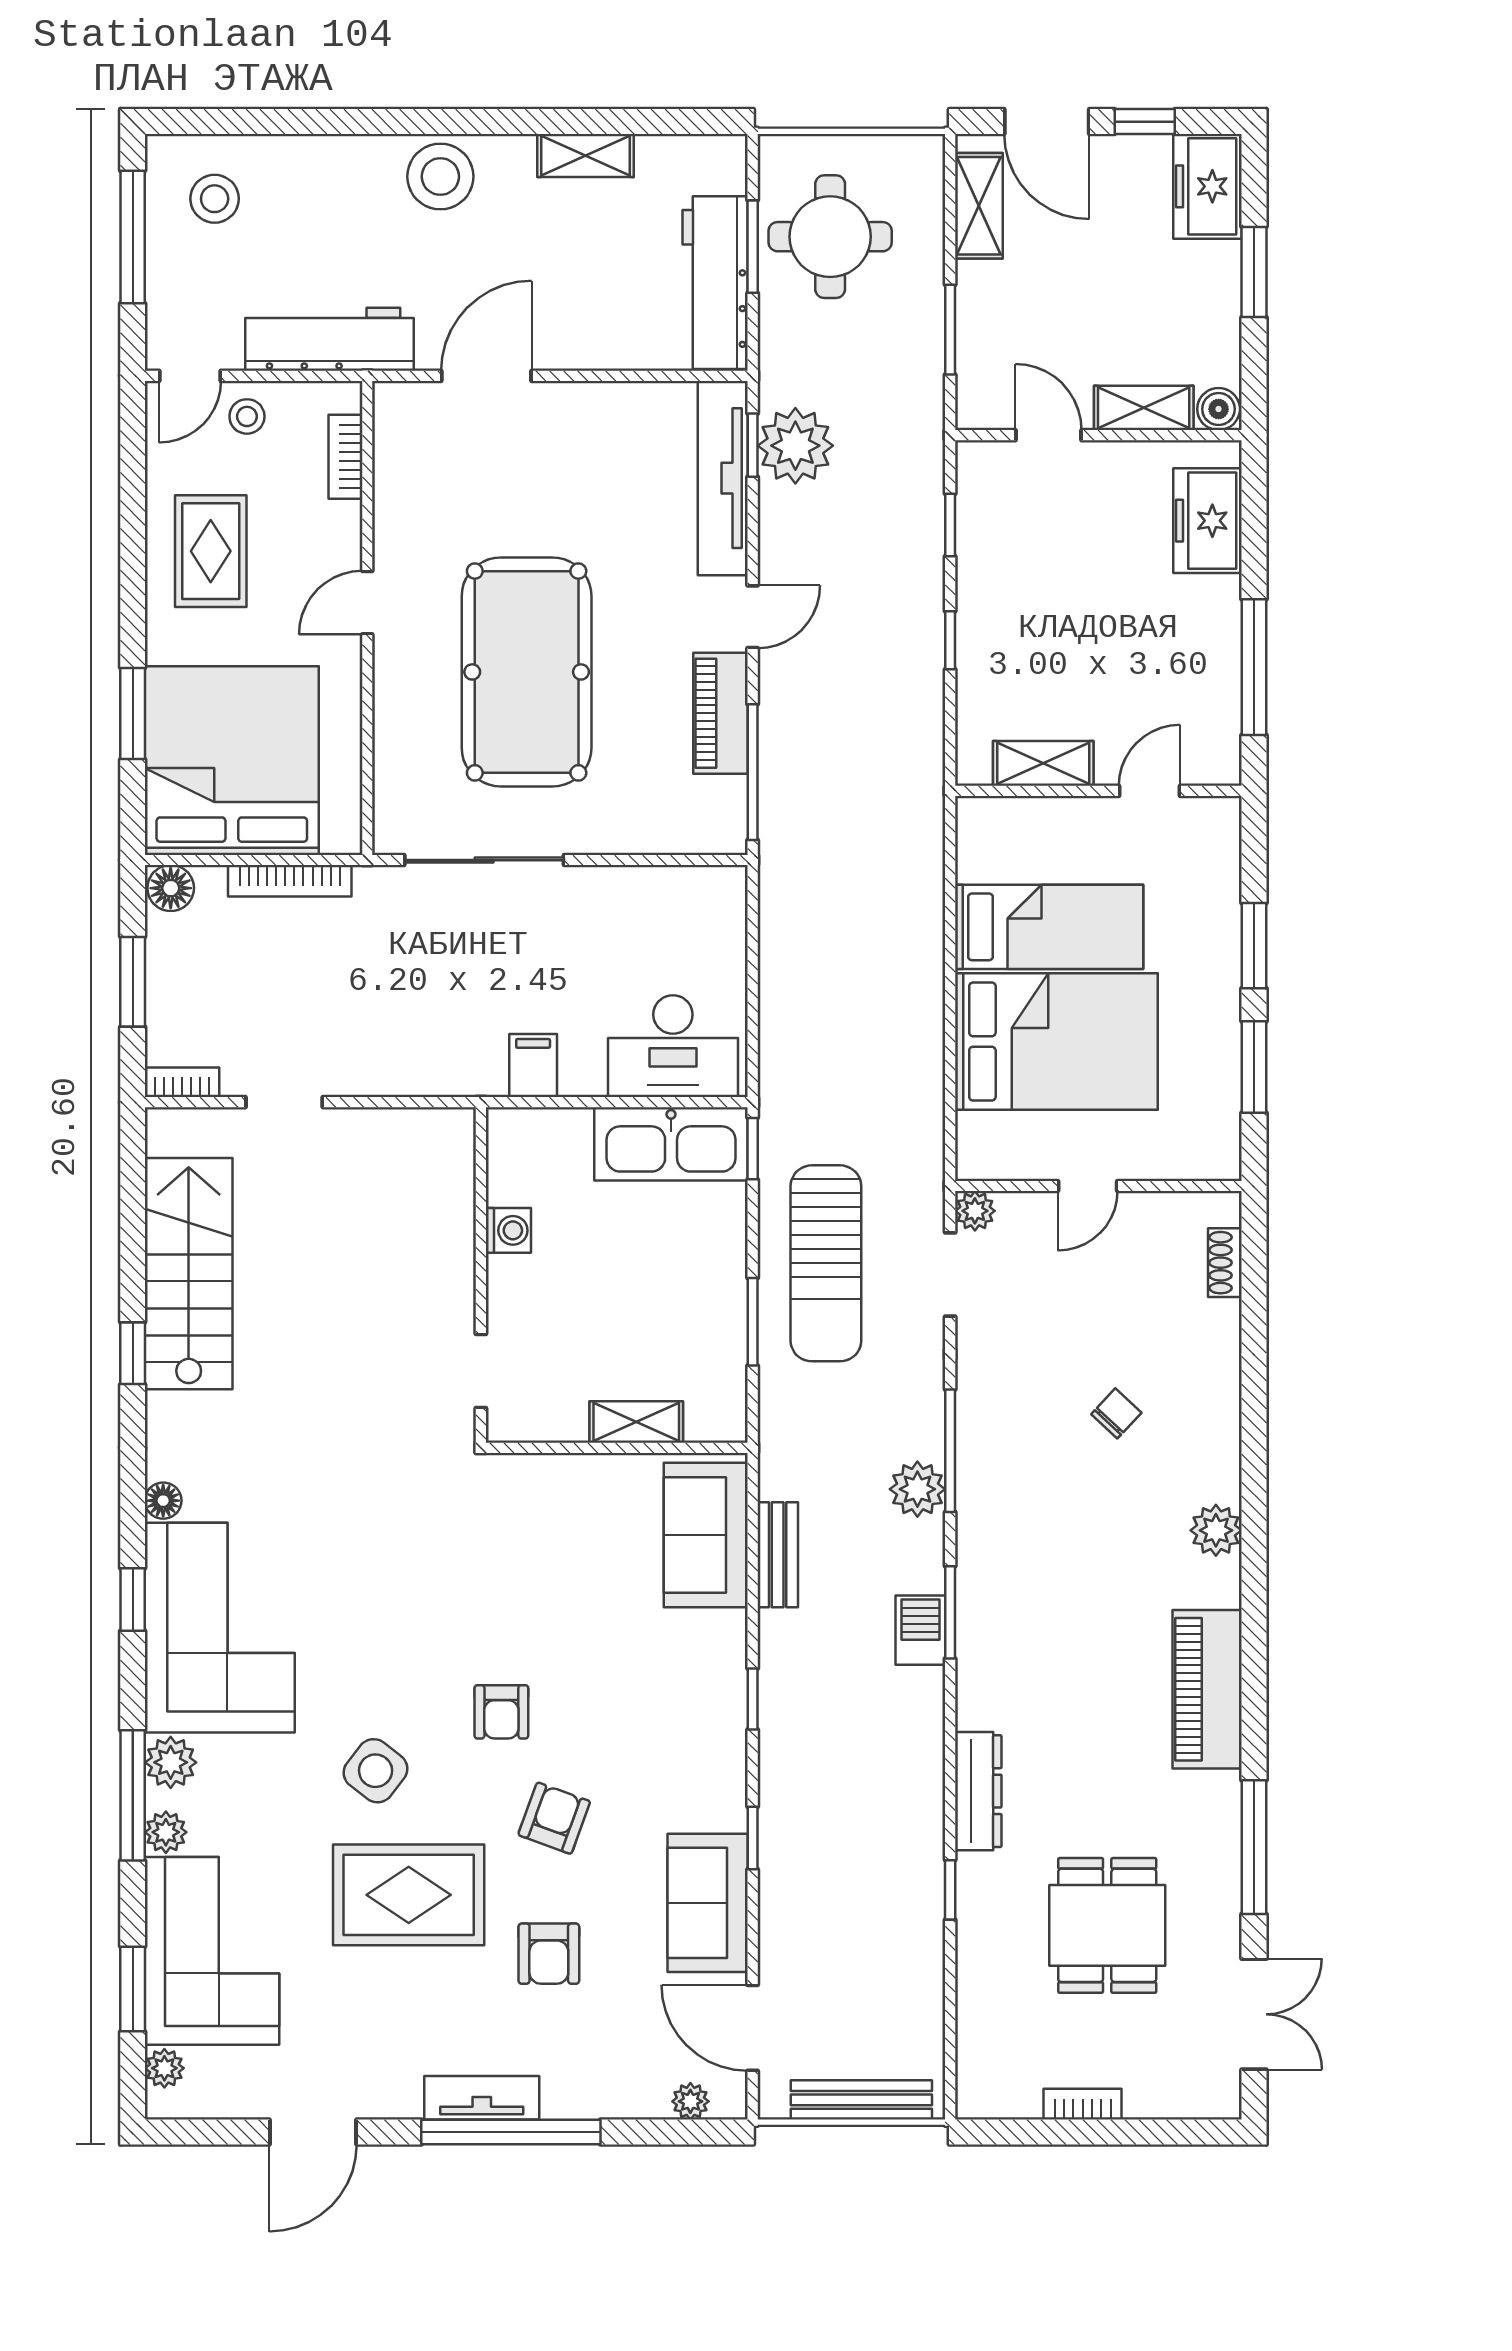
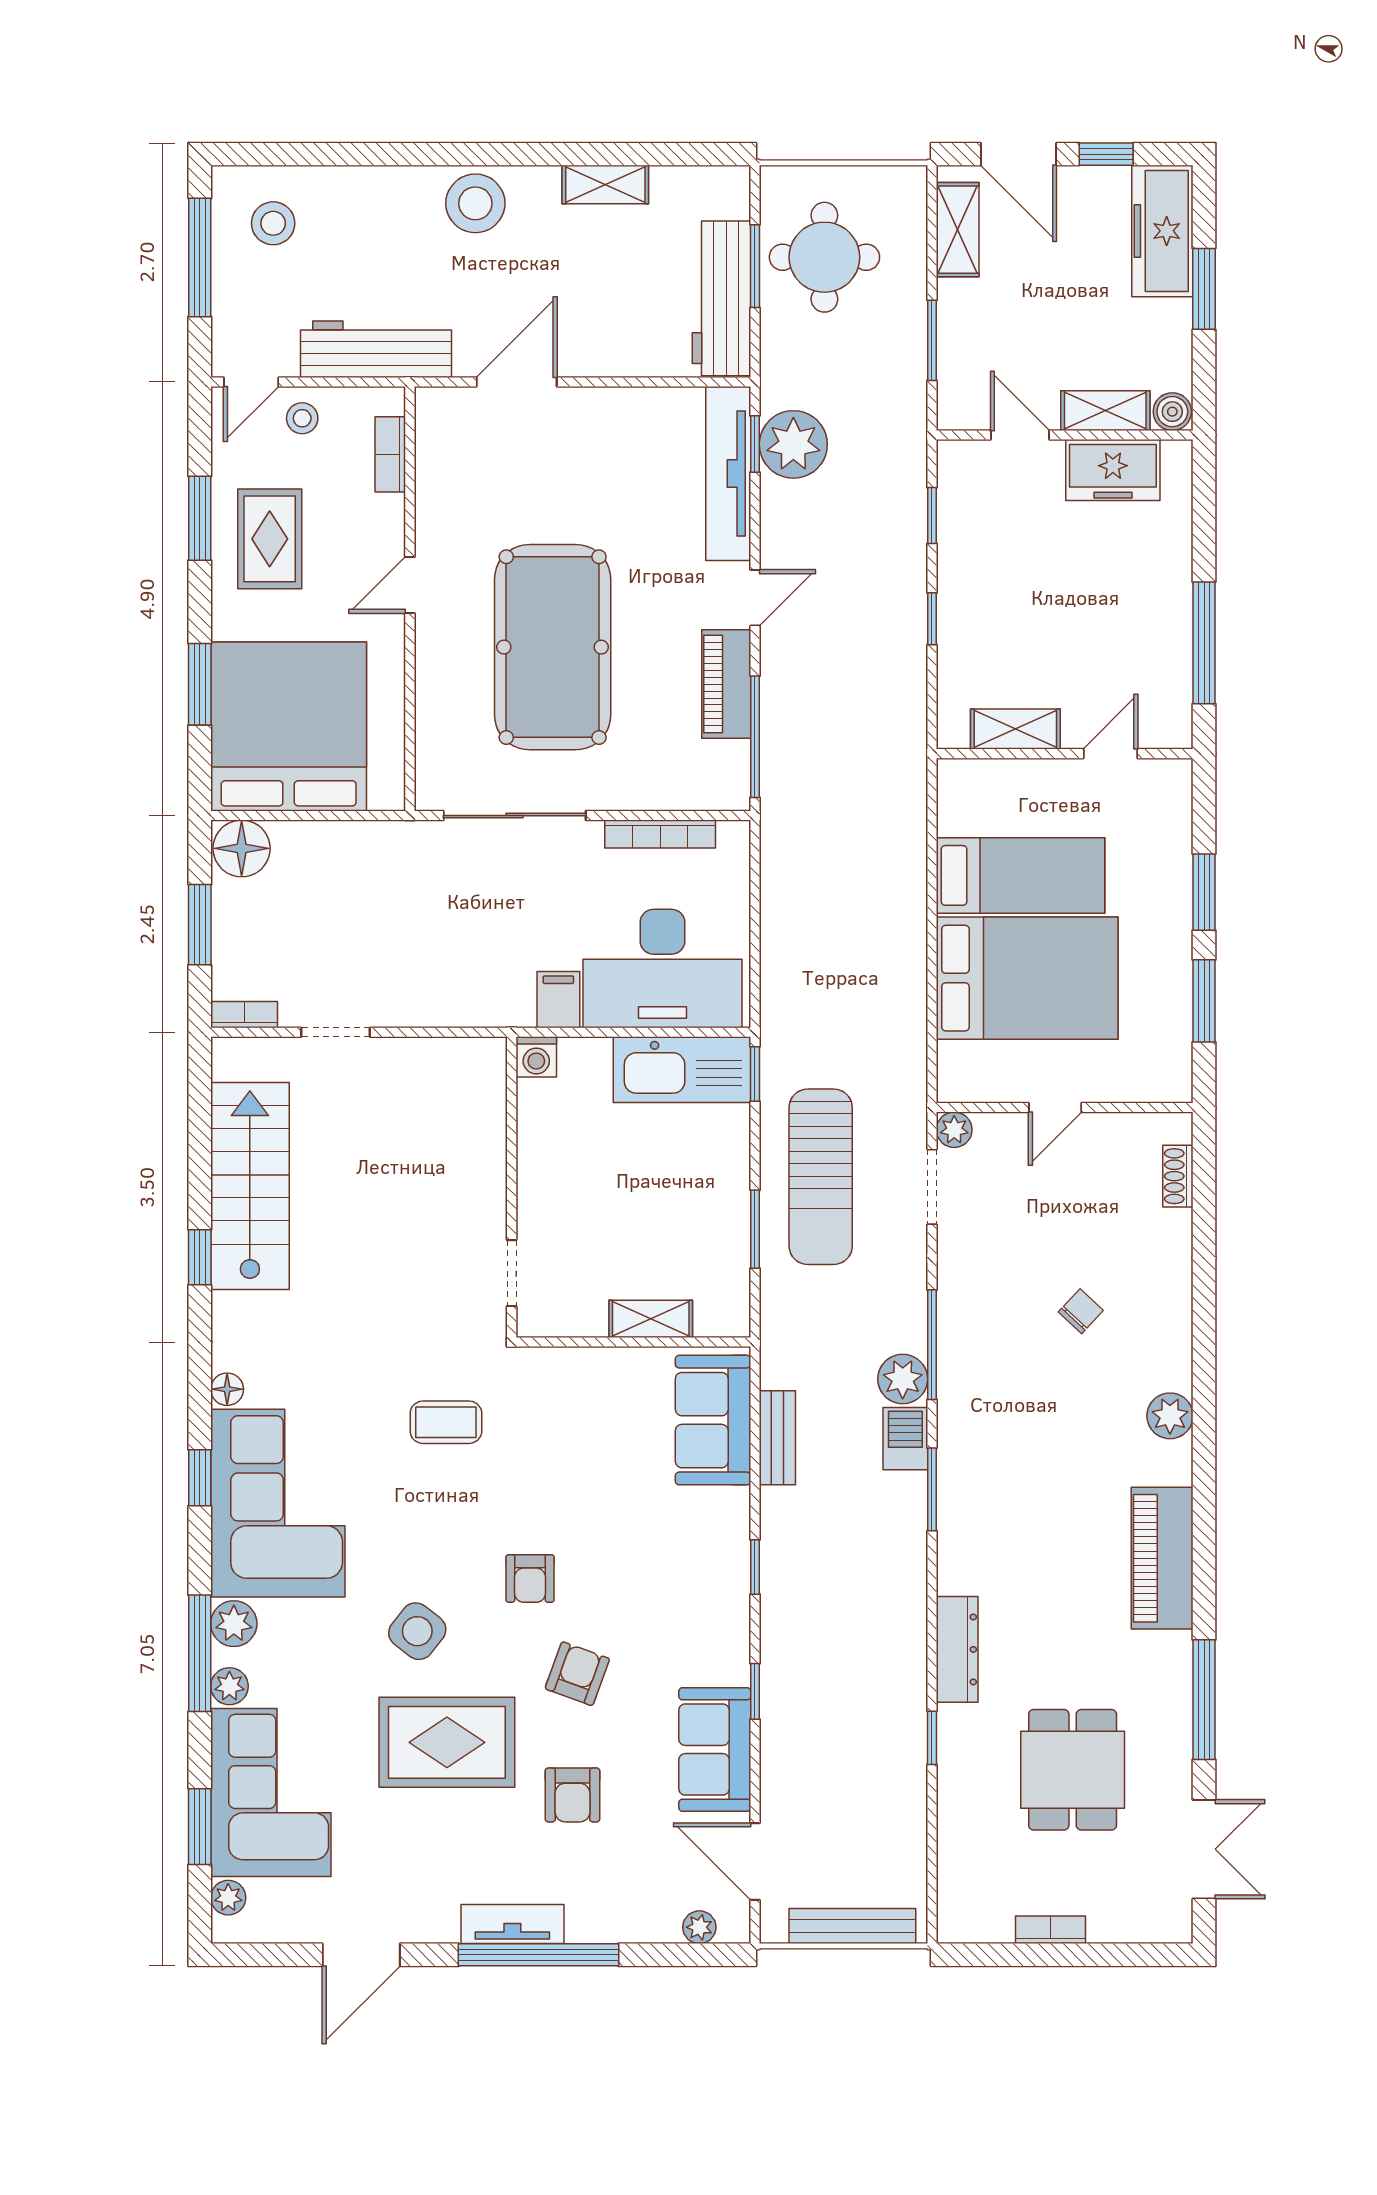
freezer: (1207, 186) -> (1162, 231), width x1.40
freezer: (1208, 521) -> (1113, 470), moved, turned -90
window: (133, 528) -> (200, 518), added
bookcase: (290, 881) -> (660, 834), moved
floor lamp: (171, 888) -> (242, 848), width x1.38, depth x1.38
desk: (673, 1046) -> (662, 969), width x1.36, depth x1.30
washing machine: (508, 1230) -> (536, 1057), moved, turned 90
coffee table: (408, 1537) -> (446, 1422), added
barbecue: (920, 1630) -> (905, 1439), moved

